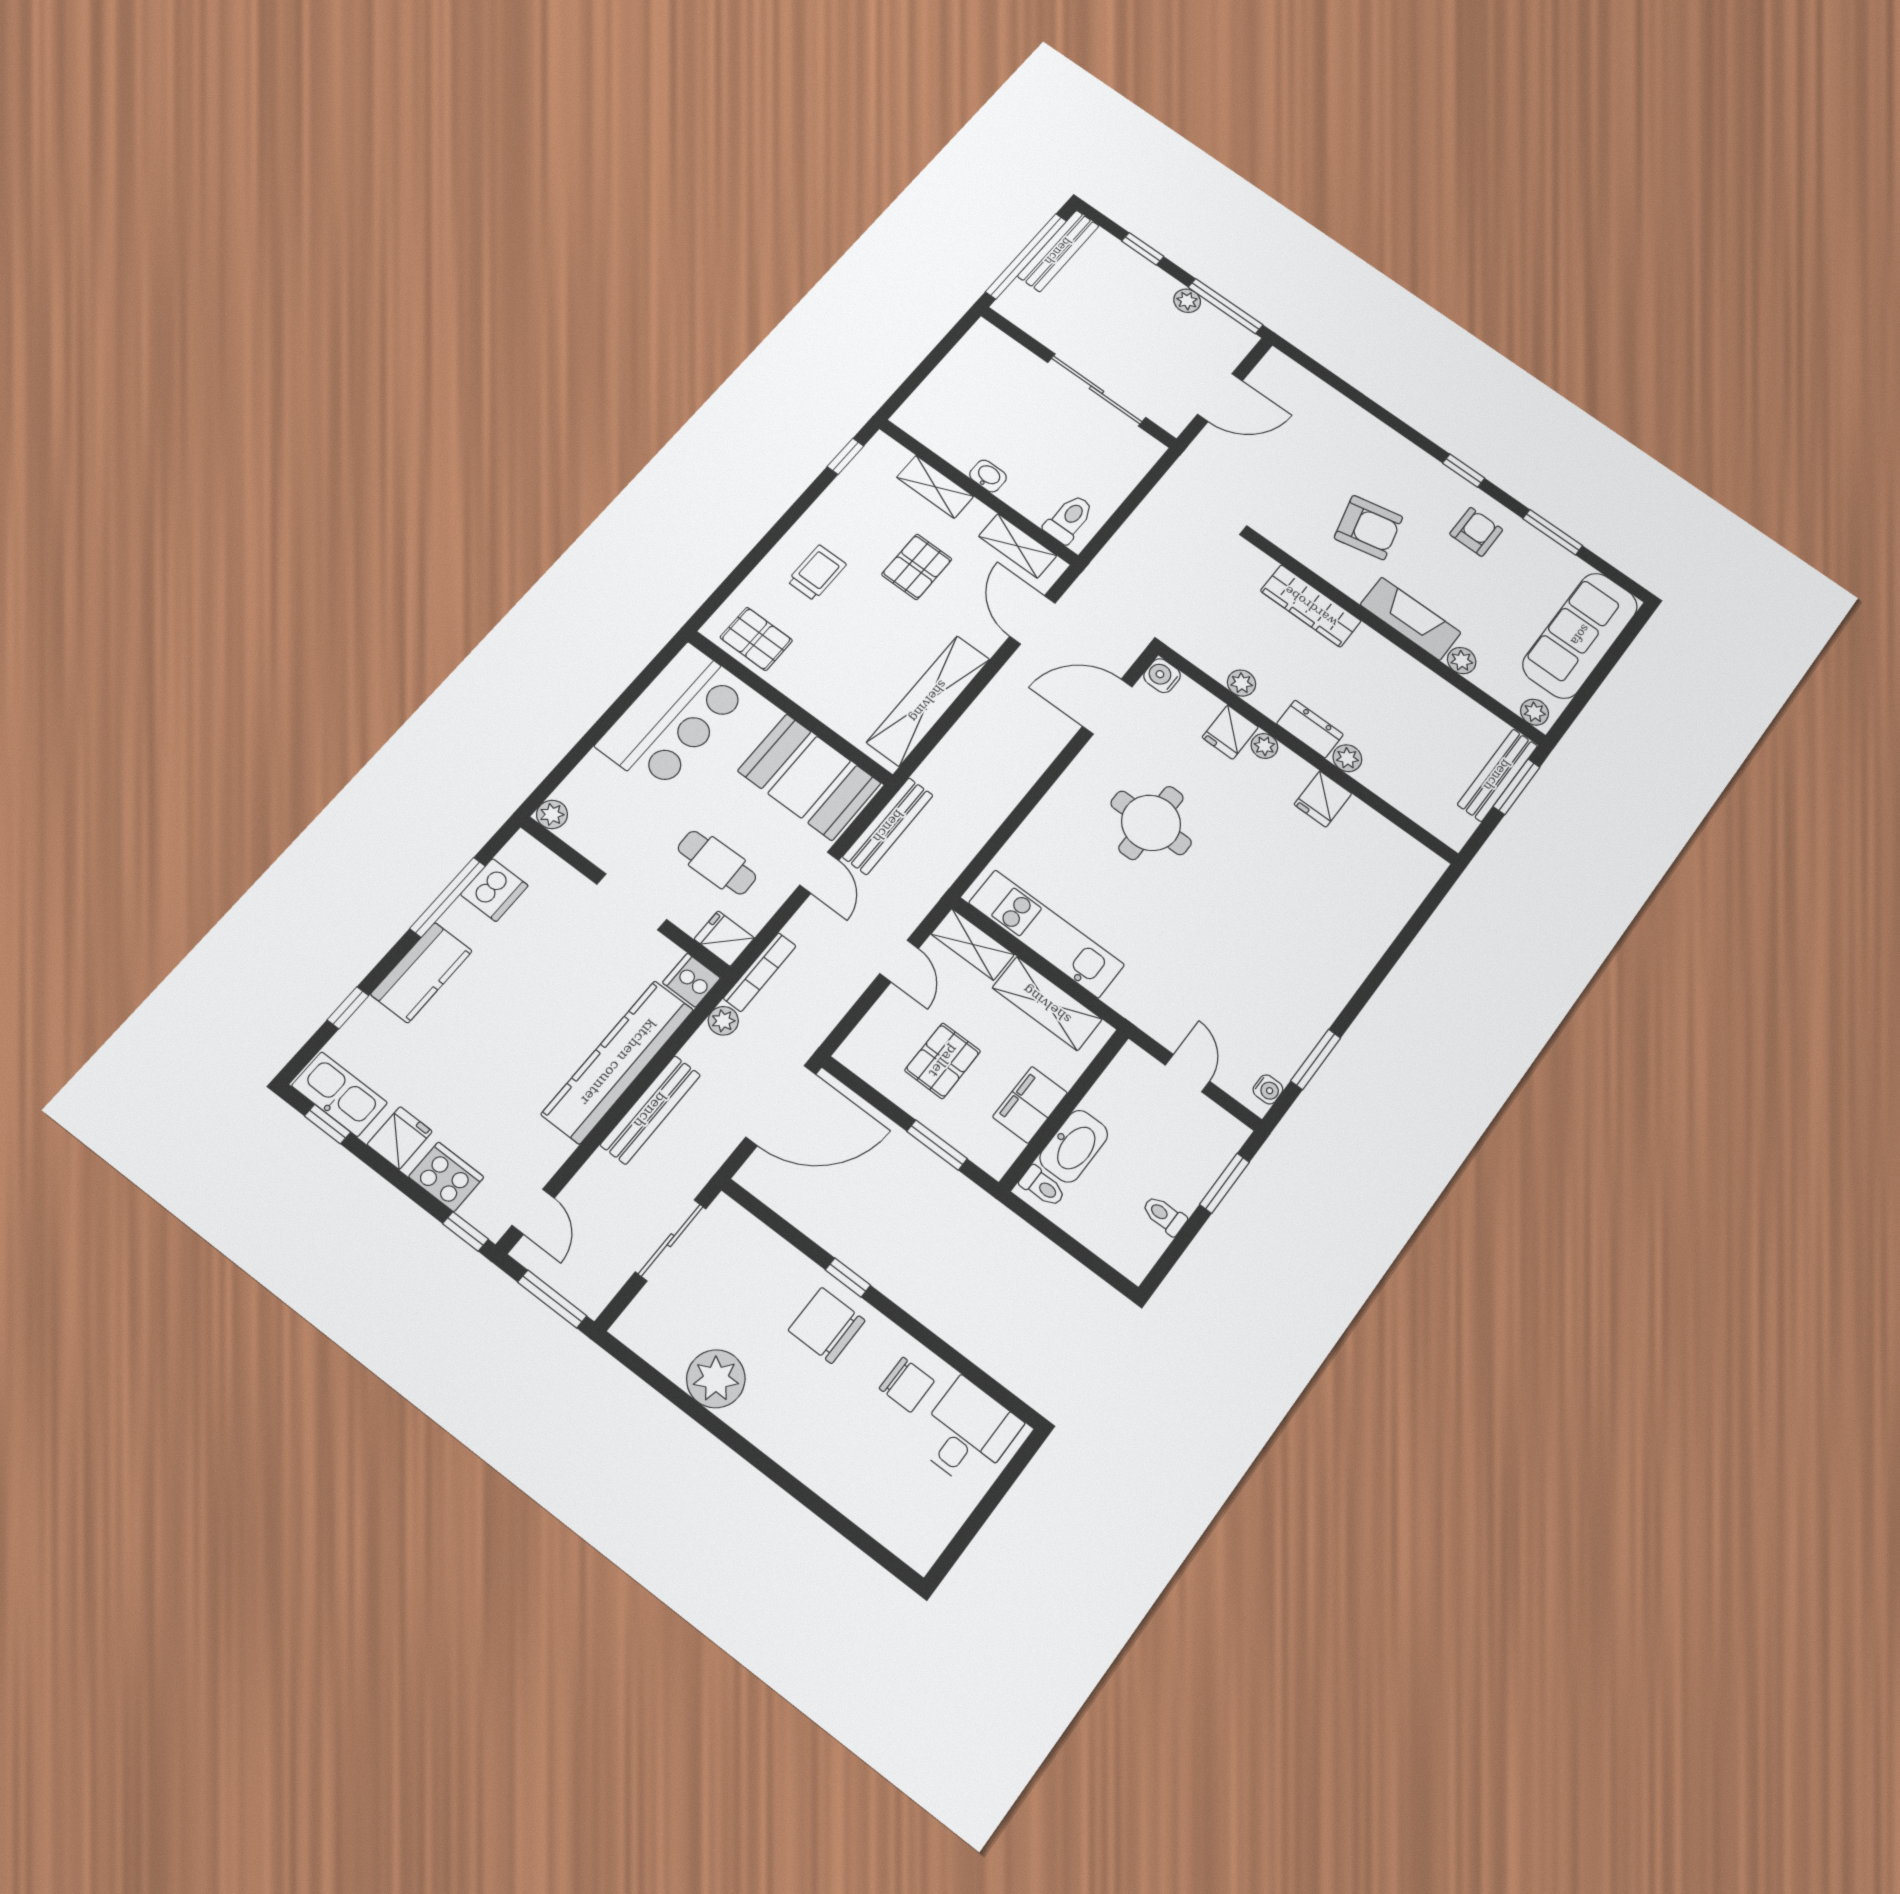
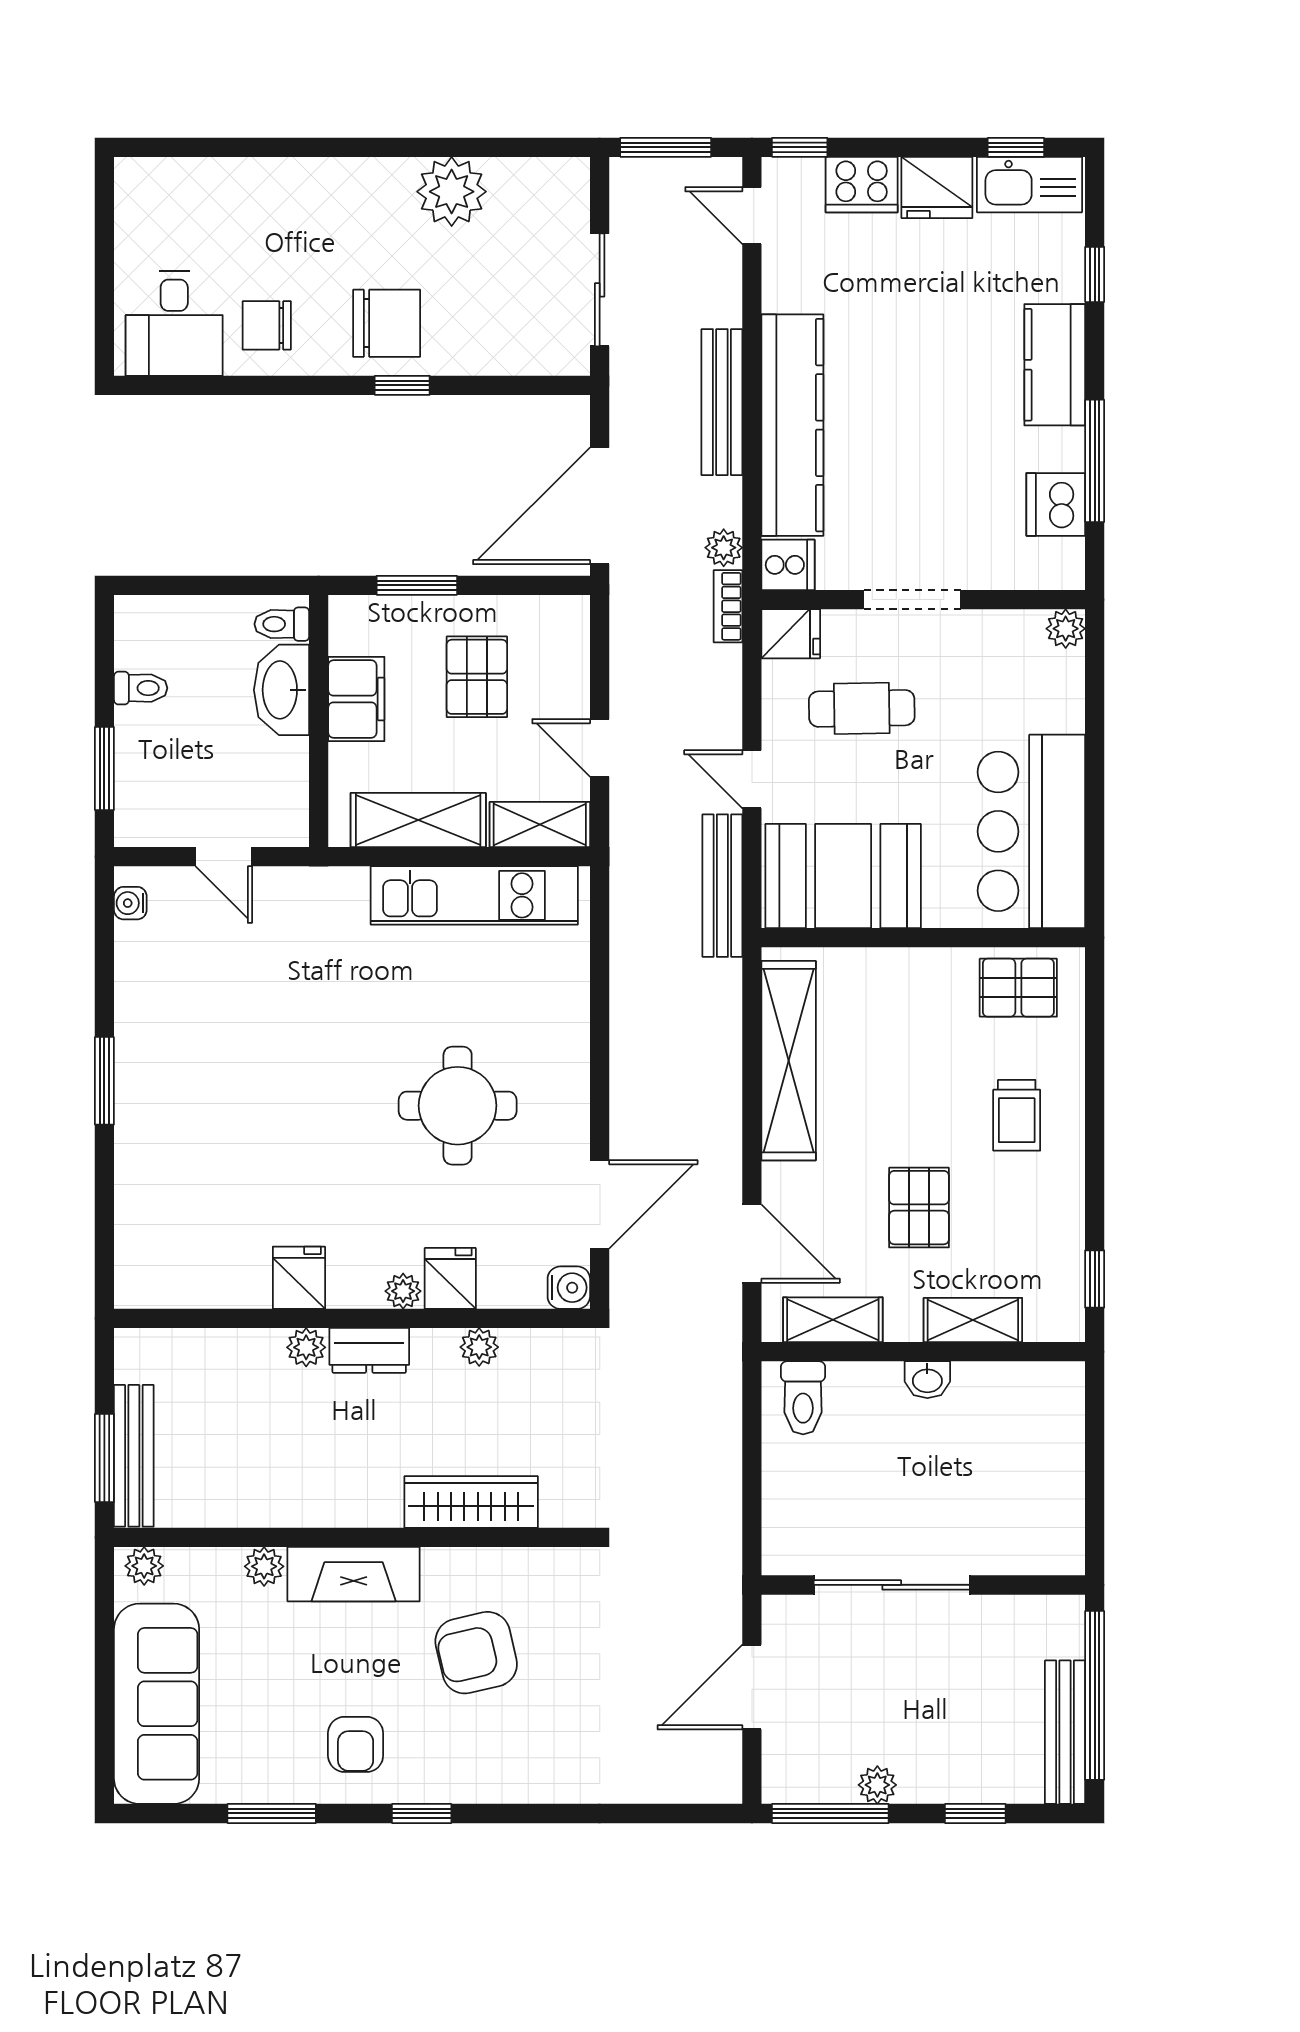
bookcase: (760, 972) -> (728, 606), width x0.64
window: (1316, 1059) -> (104, 1081), moved
fridge: (400, 1138) -> (937, 187), width x1.38

